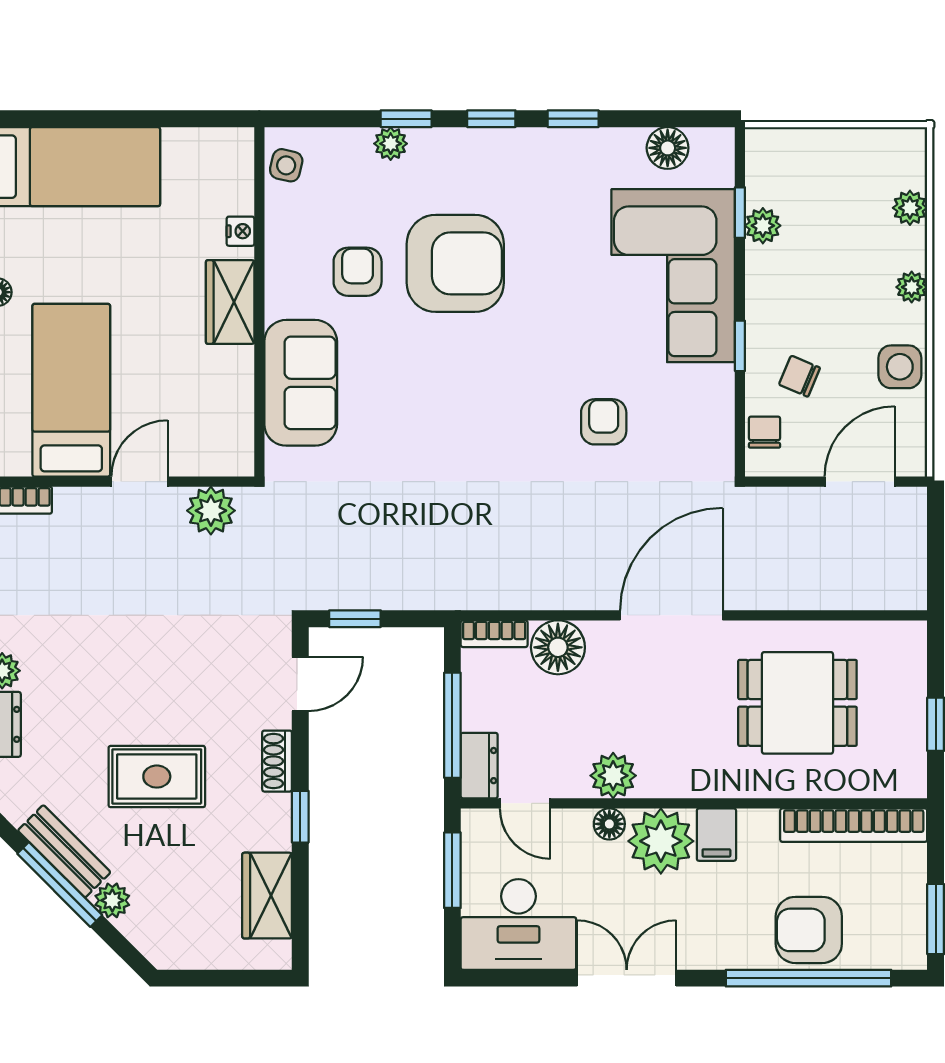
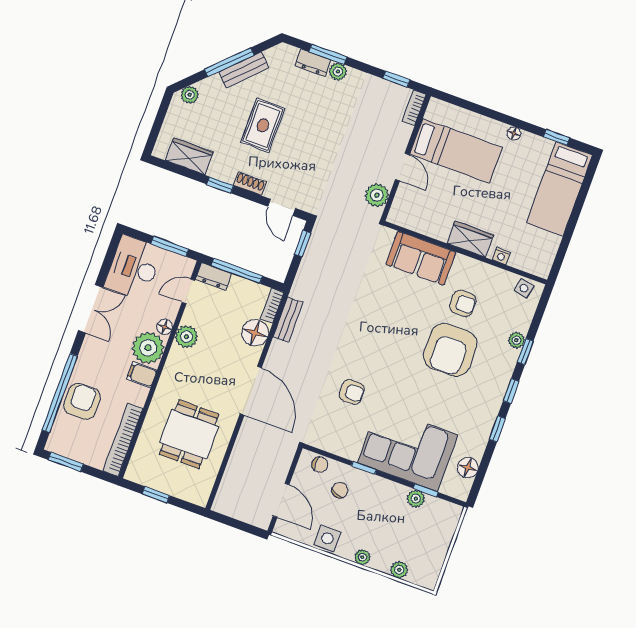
bench: (510, 594) -> (288, 320), added
plant: (112, 900) -> (190, 95), moved

